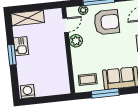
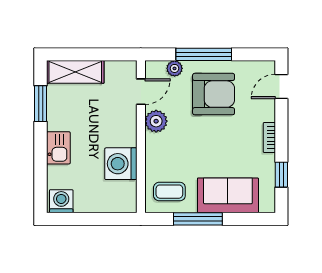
kitchen sink: (21, 46) -> (58, 148), moved
window: (12, 55) -> (41, 104), moved
washing machine: (59, 67) -> (121, 164), added

